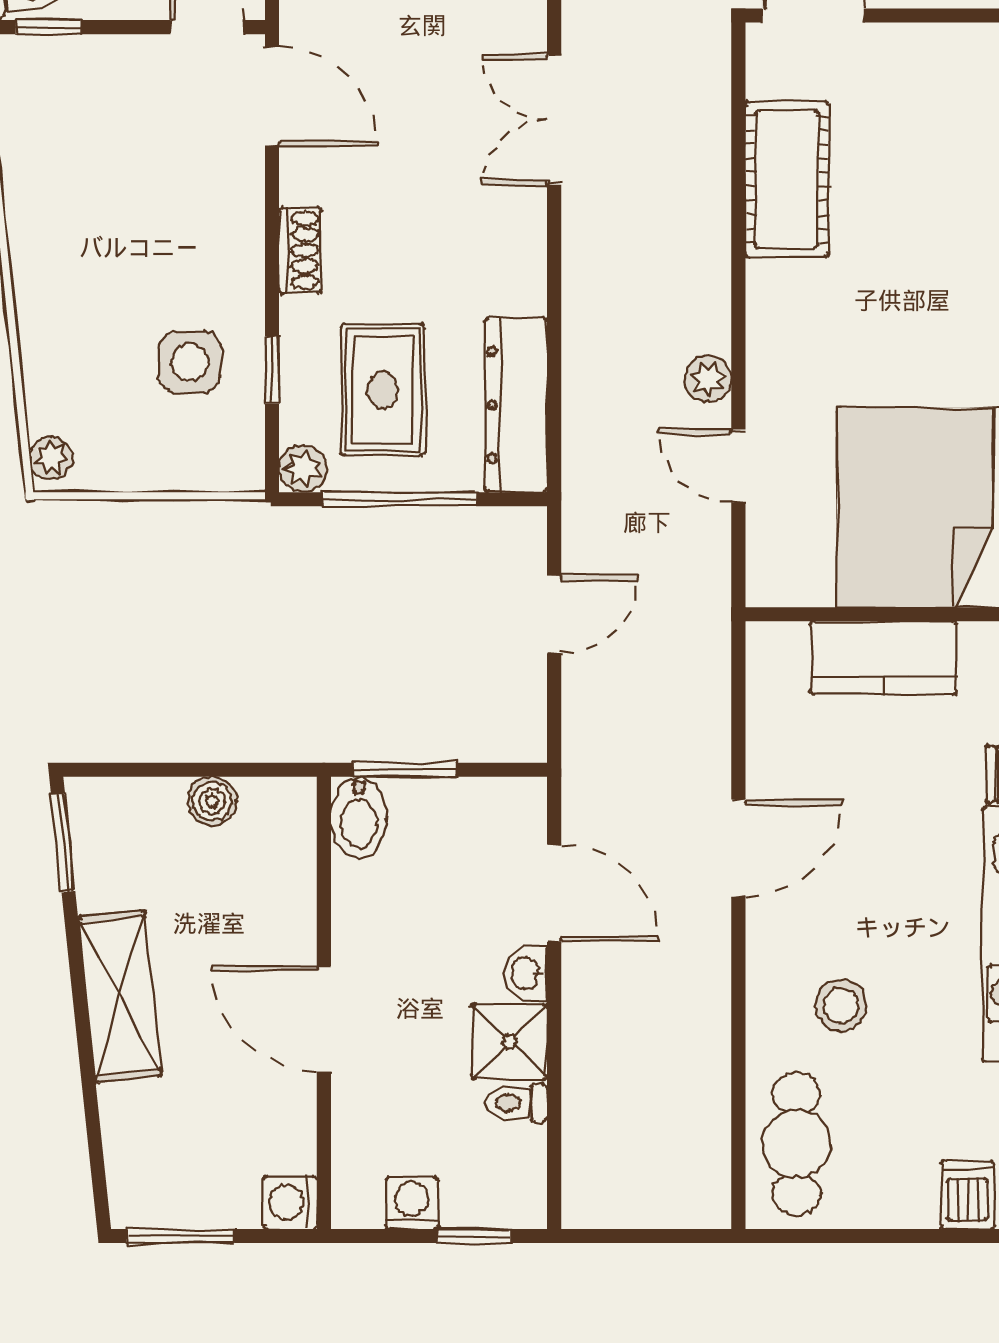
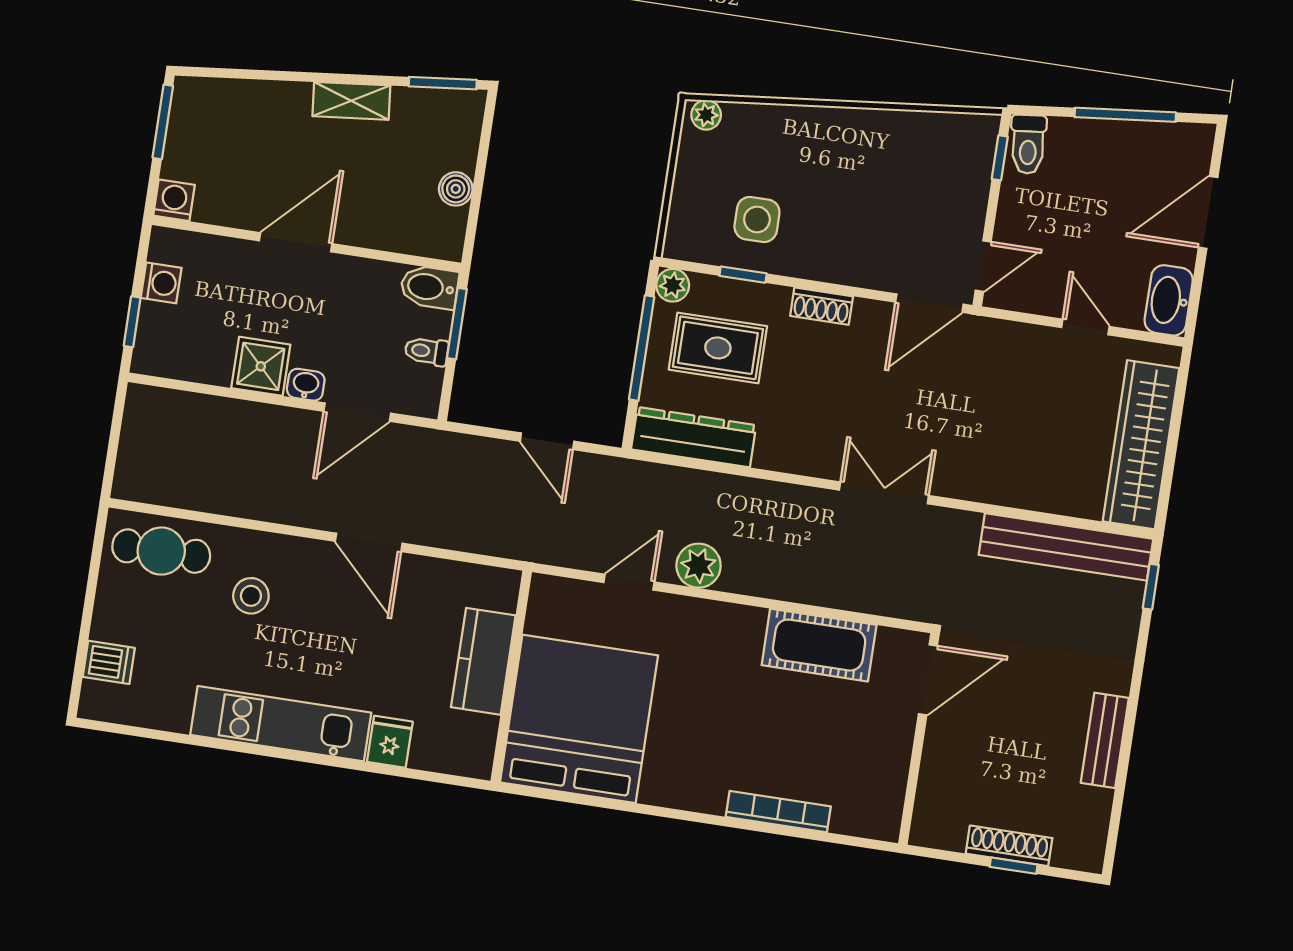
plant: (708, 379) -> (699, 566), width x1.38, depth x1.38
shelving: (120, 997) -> (351, 101), width x0.67, depth x0.75
toilet: (517, 1103) -> (426, 351), moved, turned -90

